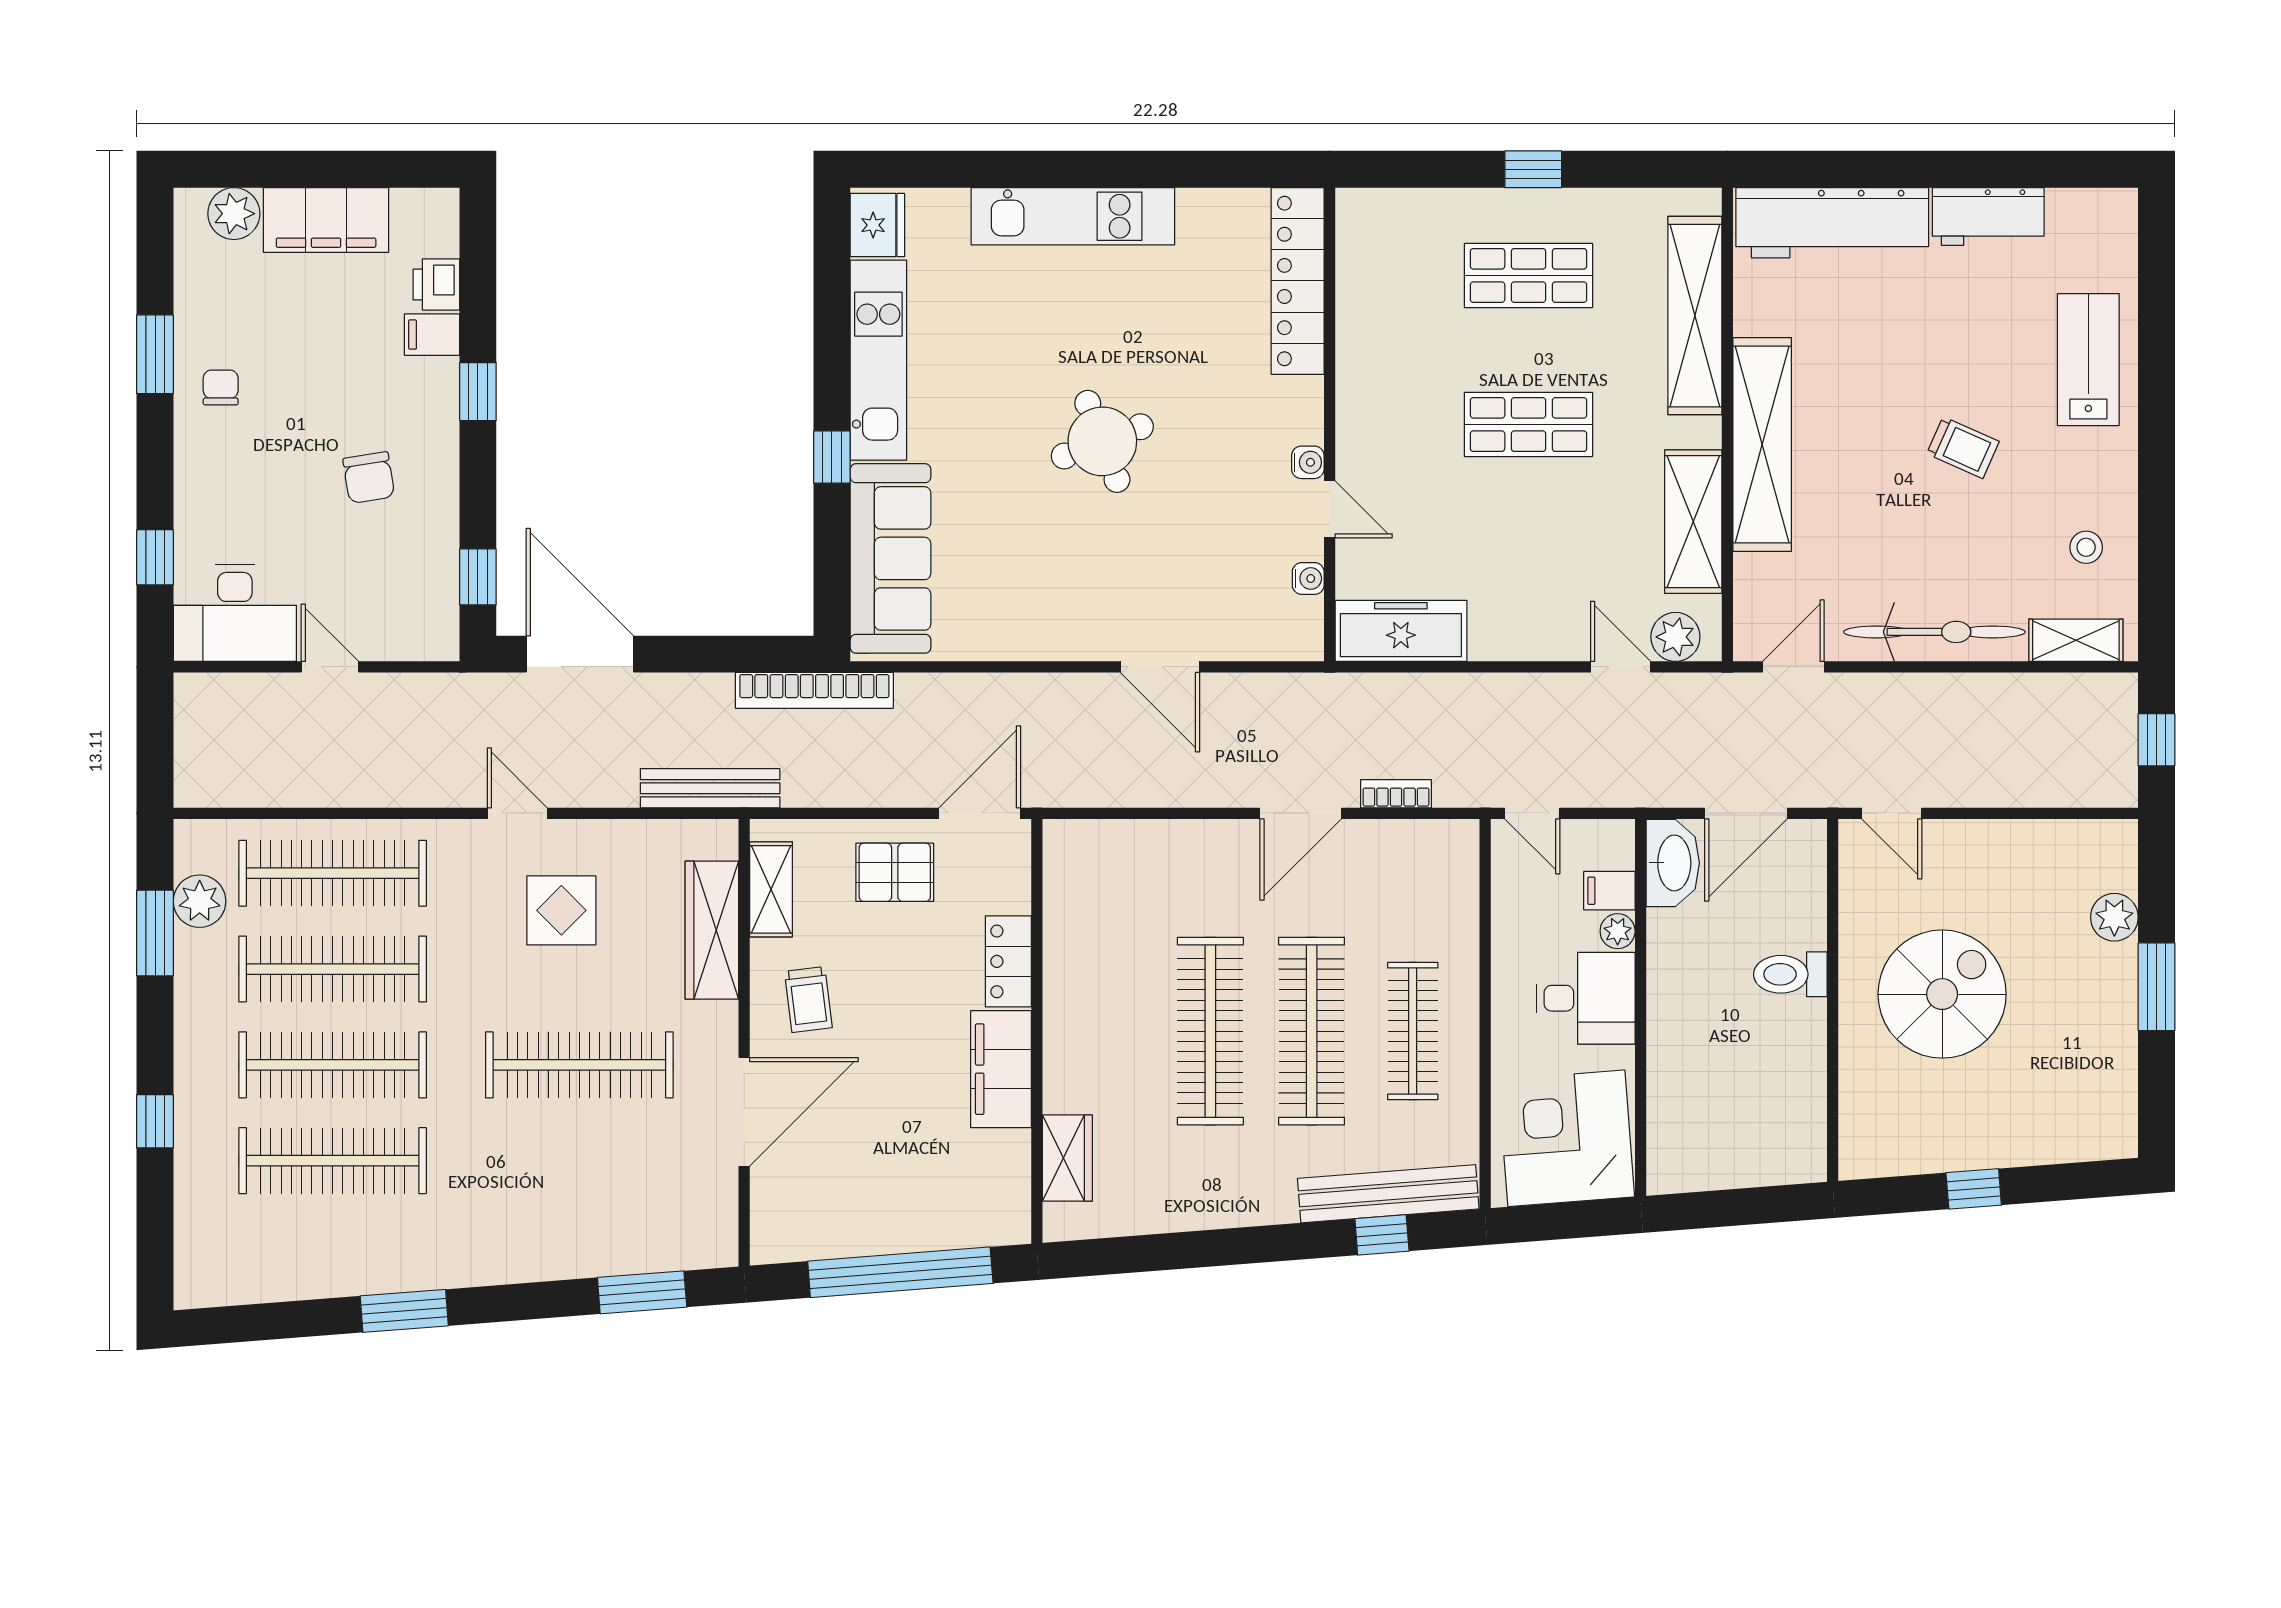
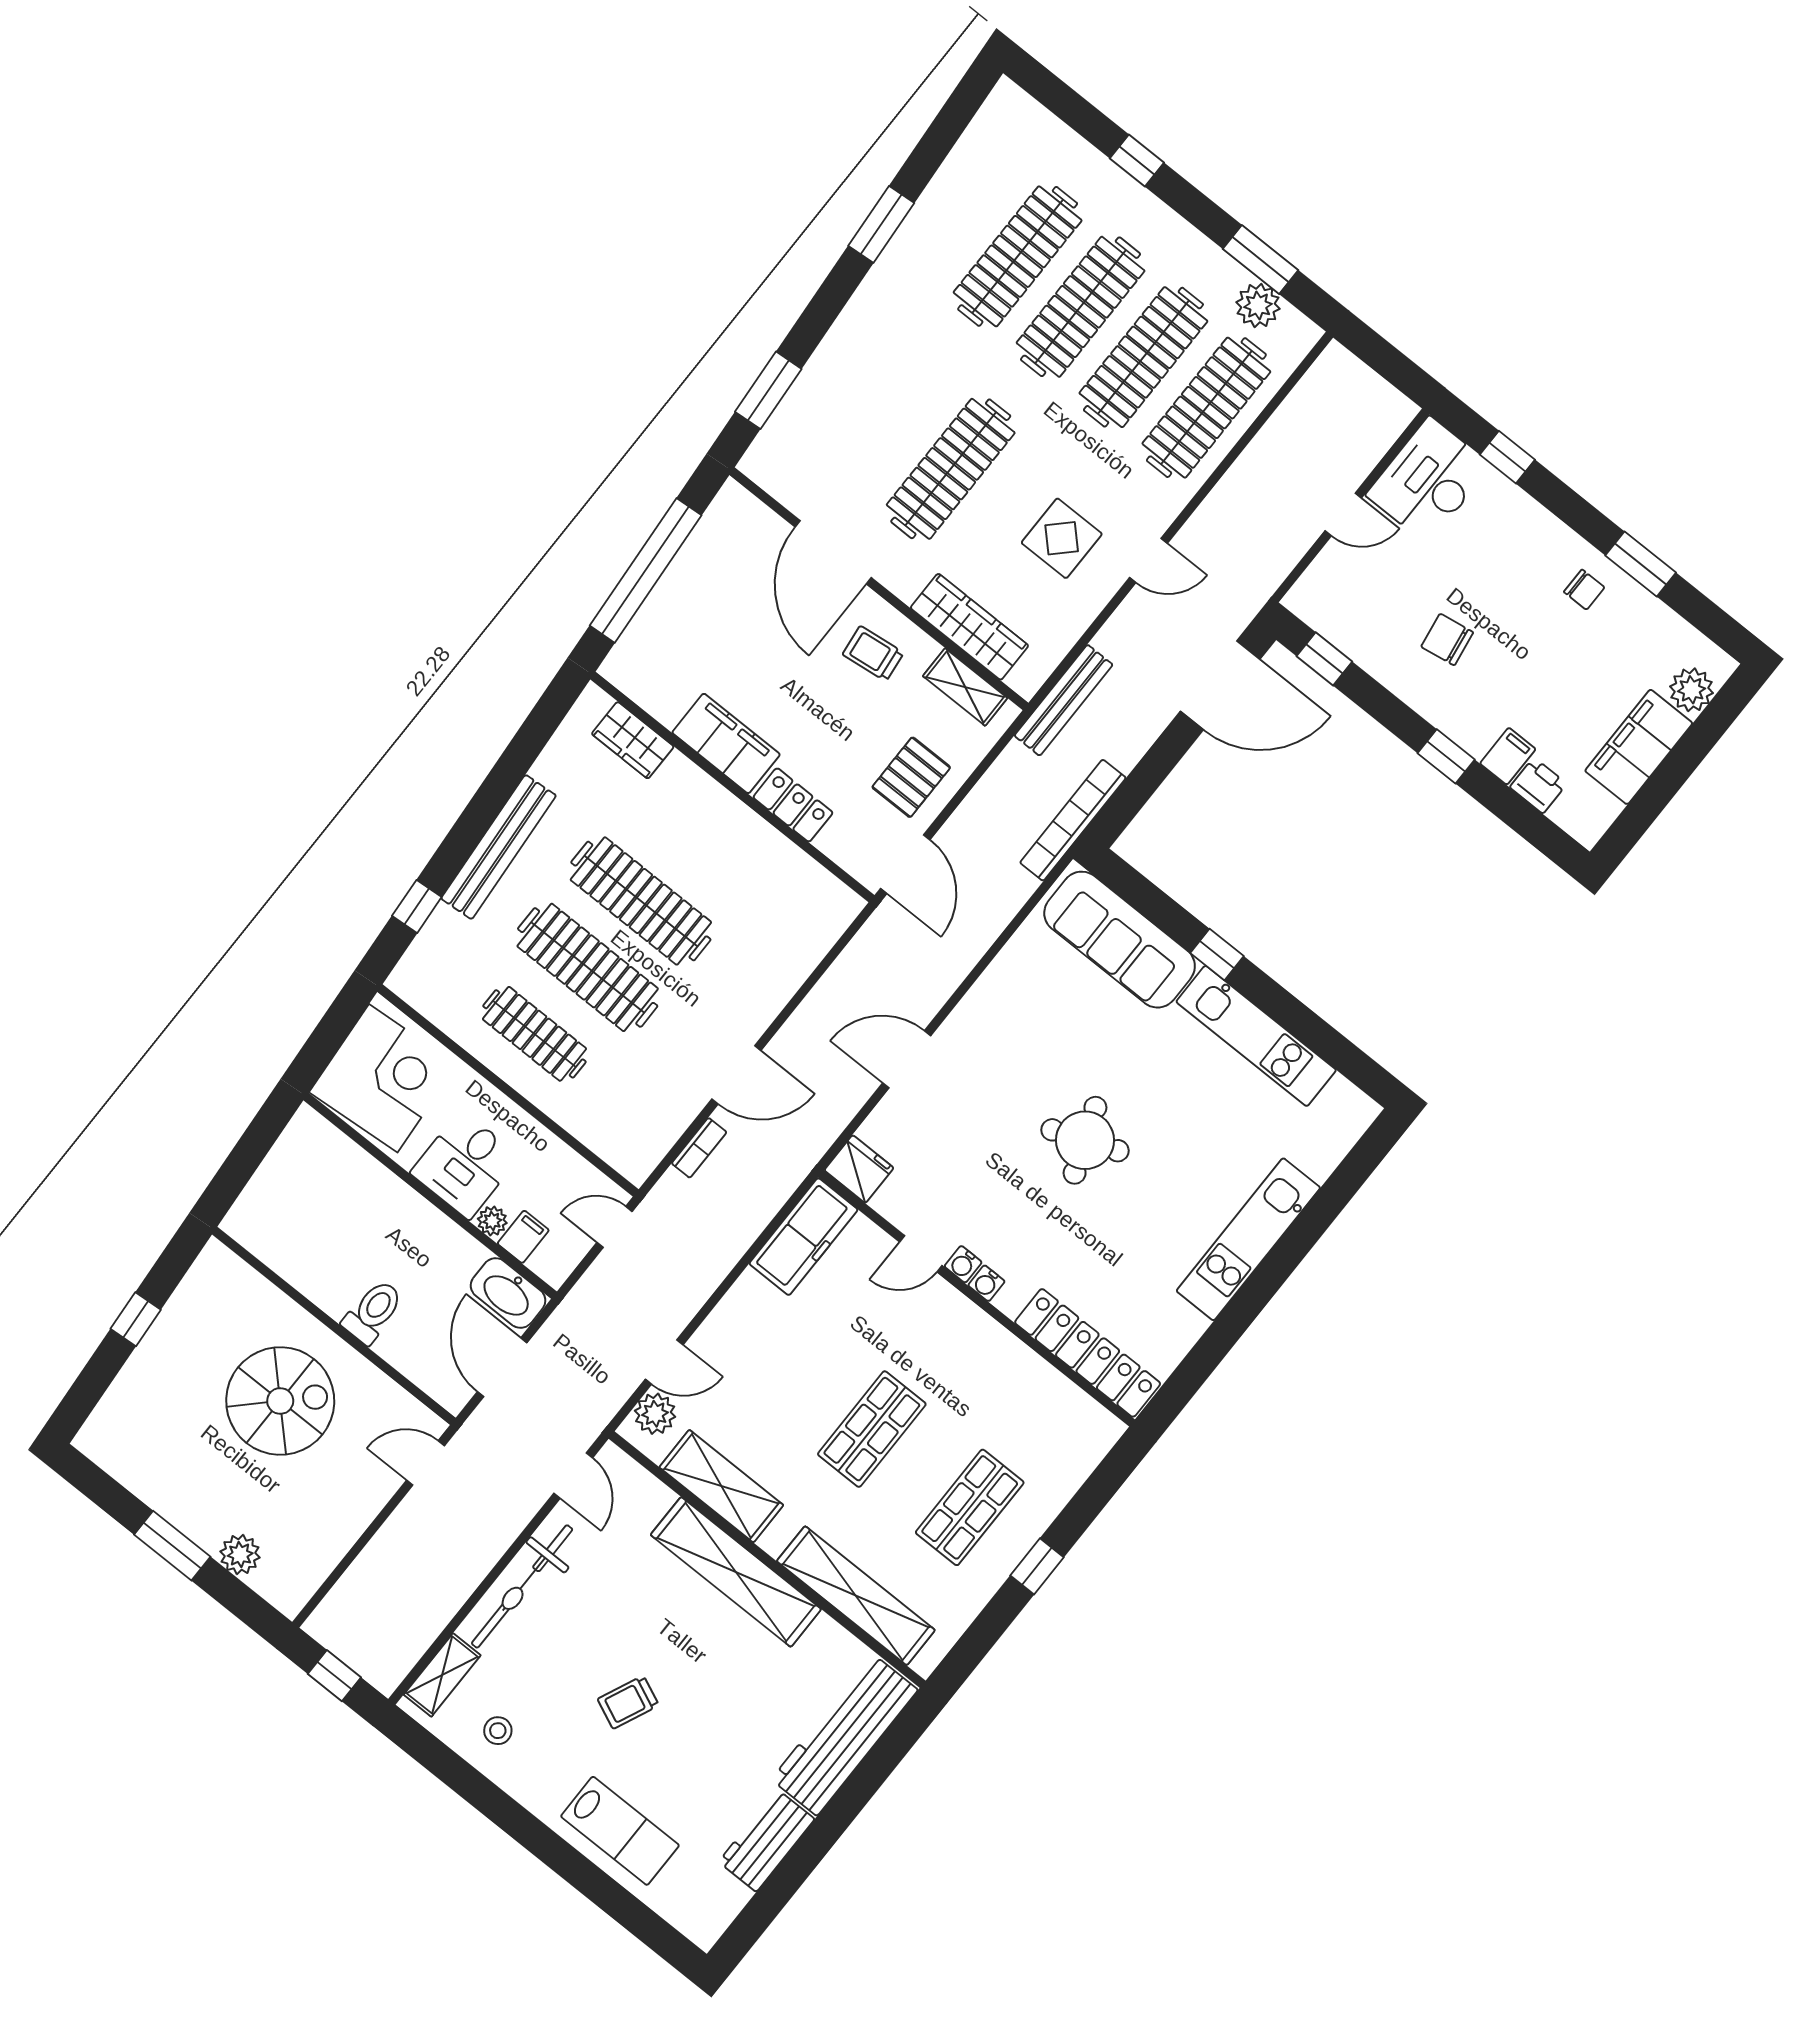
fridge: (877, 225) -> (859, 1169), moved, turned 180
water cooler: (1308, 579) -> (986, 1283), moved
door: (1301, 813) -> (736, 1075), swing flipped
spiral stairs: (1942, 994) -> (280, 1401), turned -90
bench: (1388, 1194) -> (499, 847), moved

